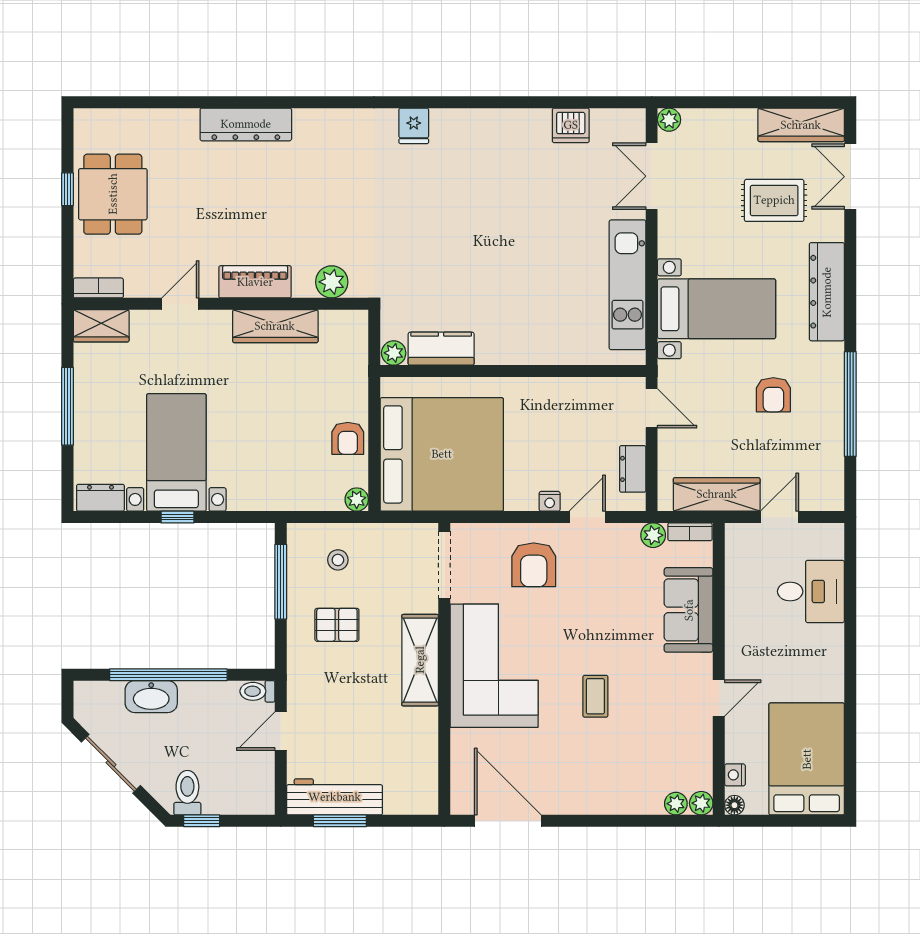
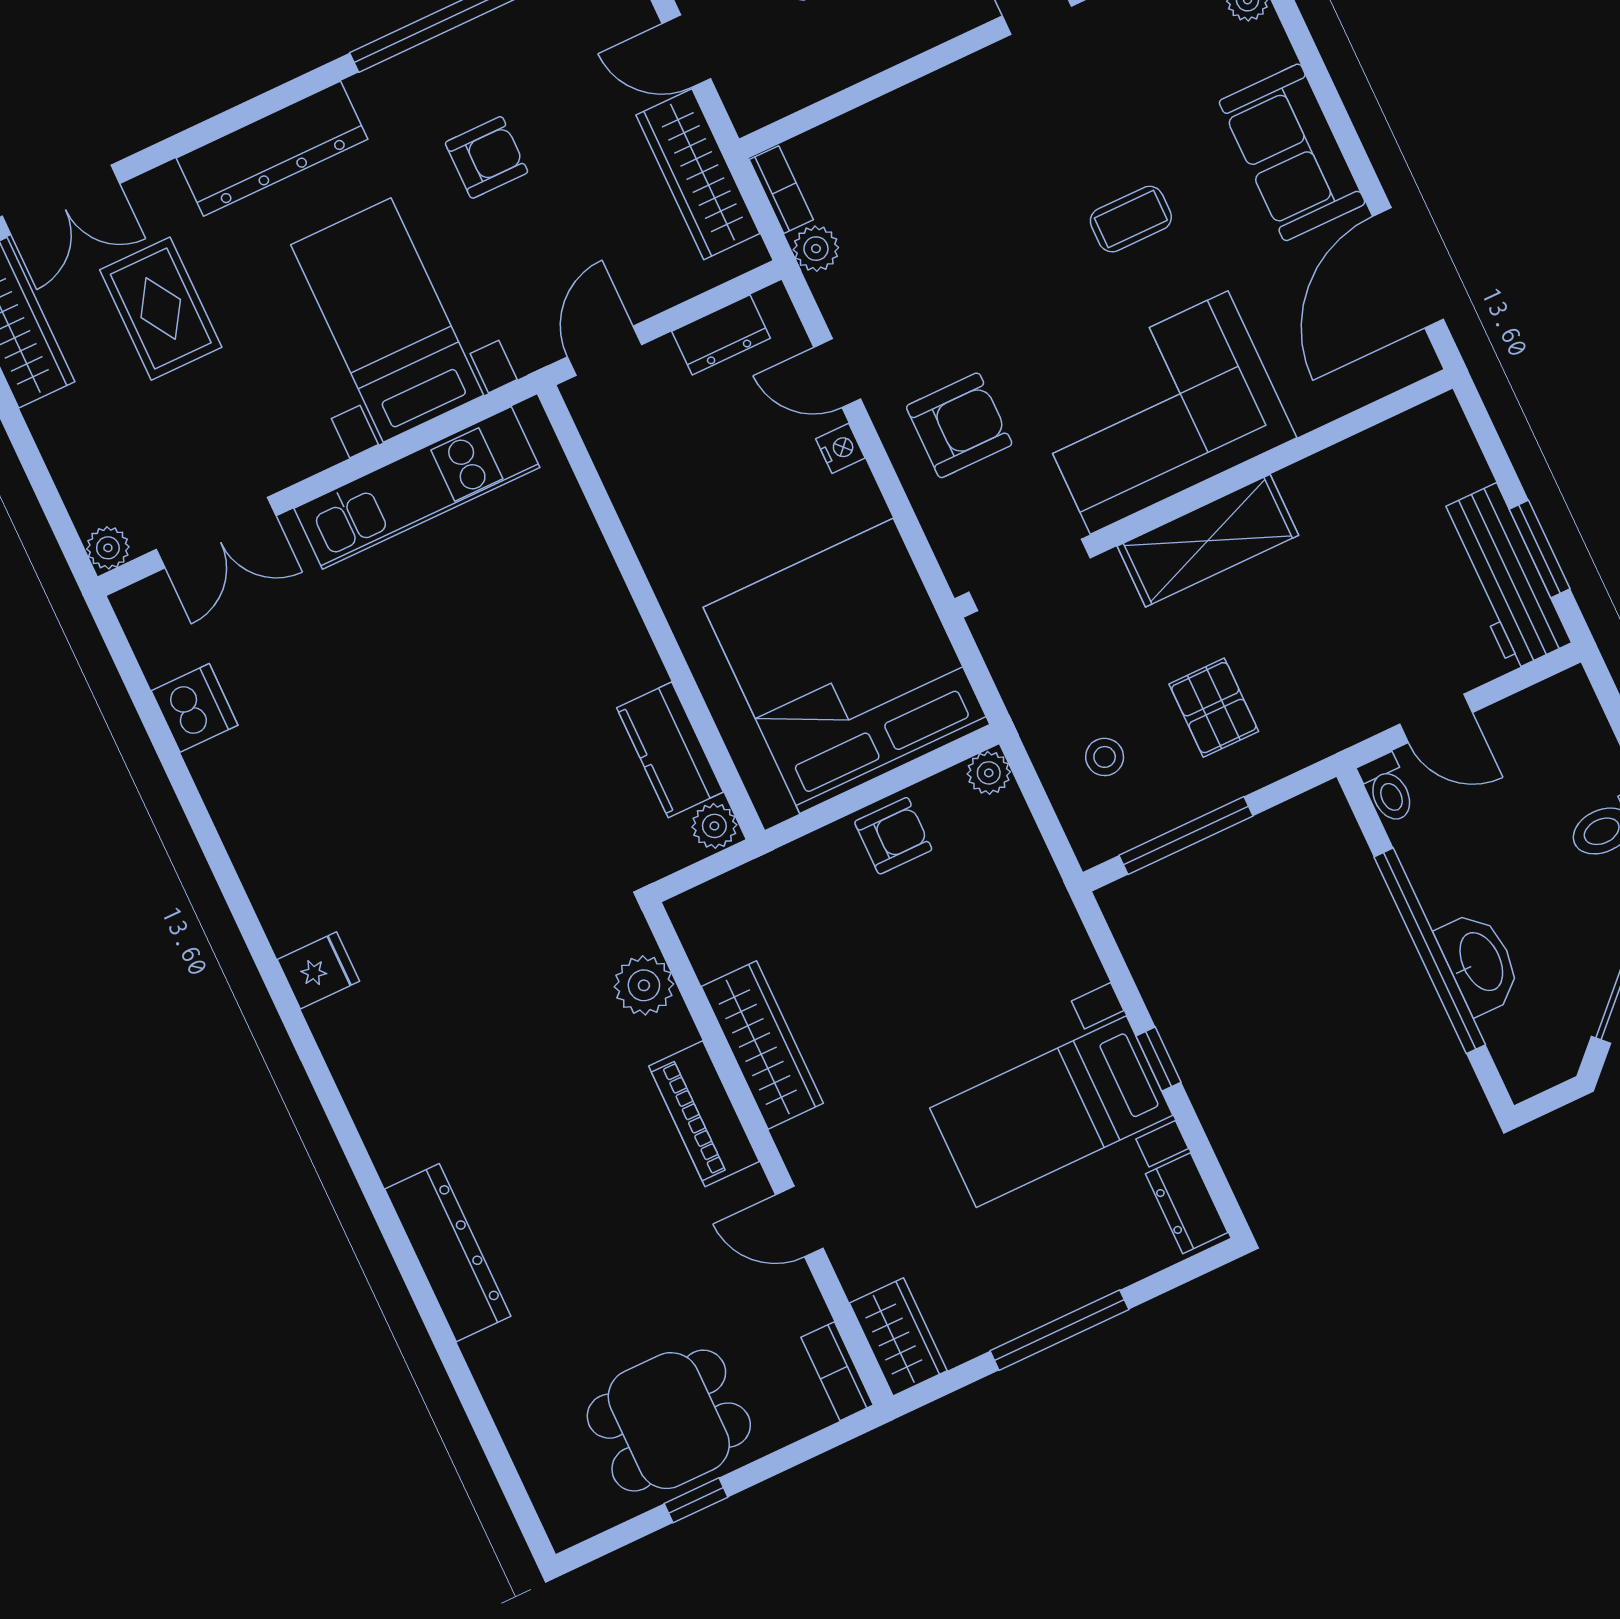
sofa: (689, 610) -> (1292, 152), moved, turned 90

